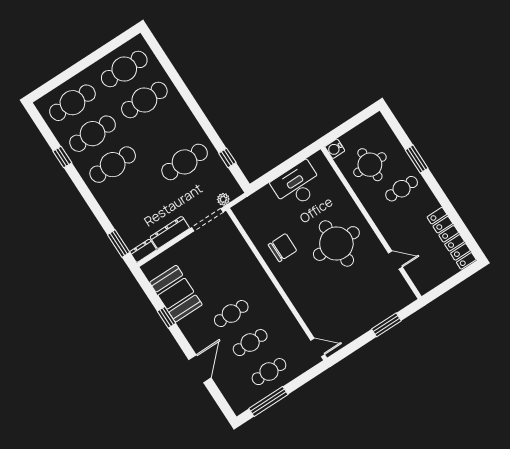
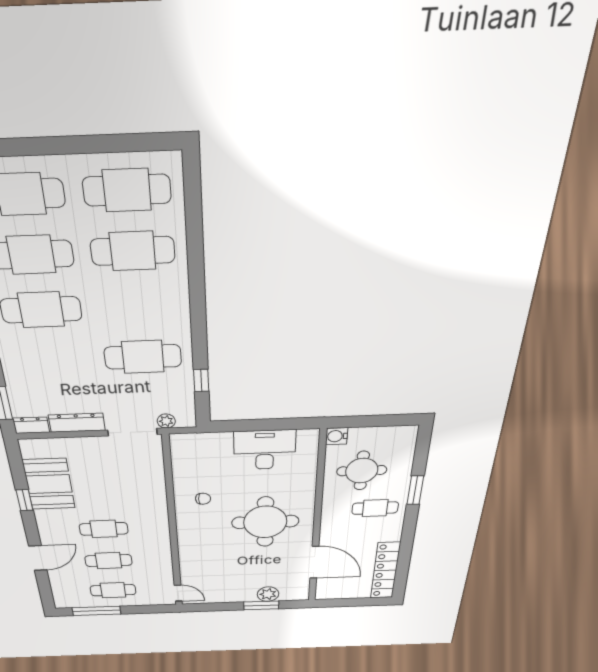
chair: (282, 248) -> (203, 499), width x0.54, depth x0.54
door: (395, 260) -> (314, 562), width x1.88
plant: (384, 310) -> (268, 594), added

